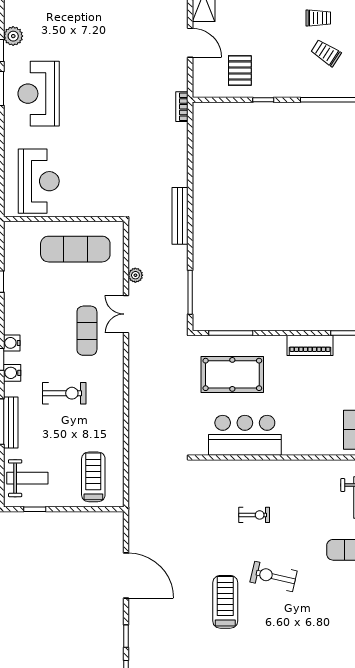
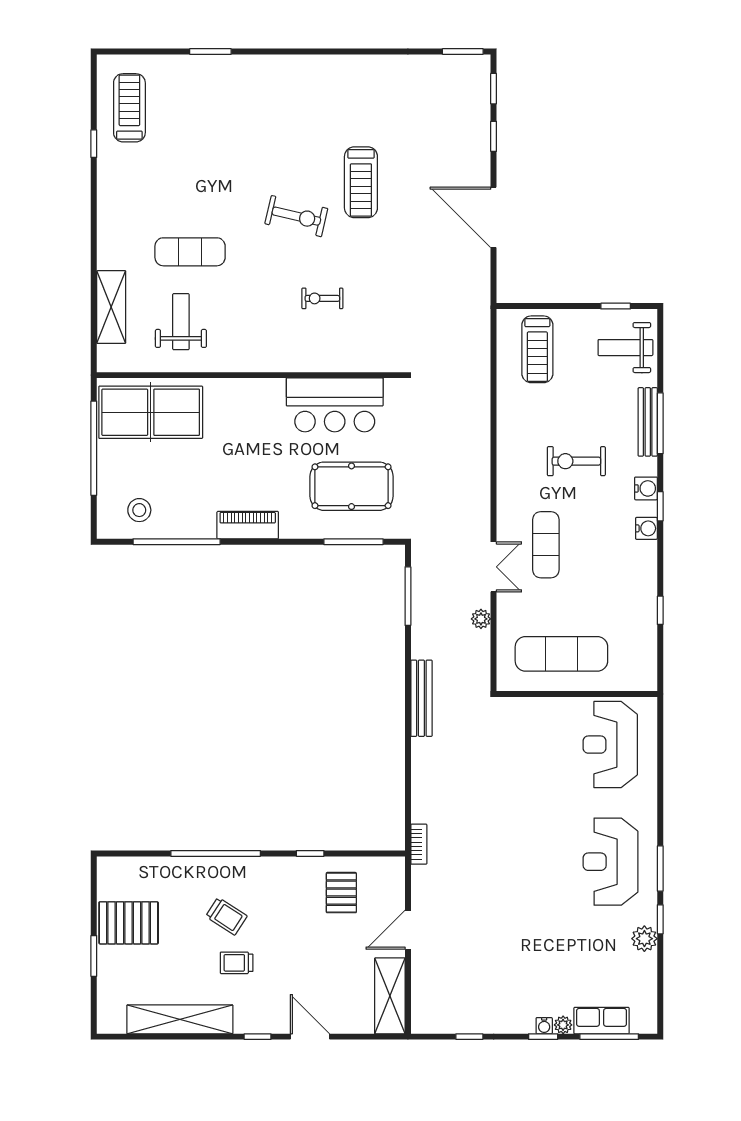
door: (190, 43) -> (408, 930), hinge flipped
reception desk: (39, 94) -> (610, 862), turned 180

